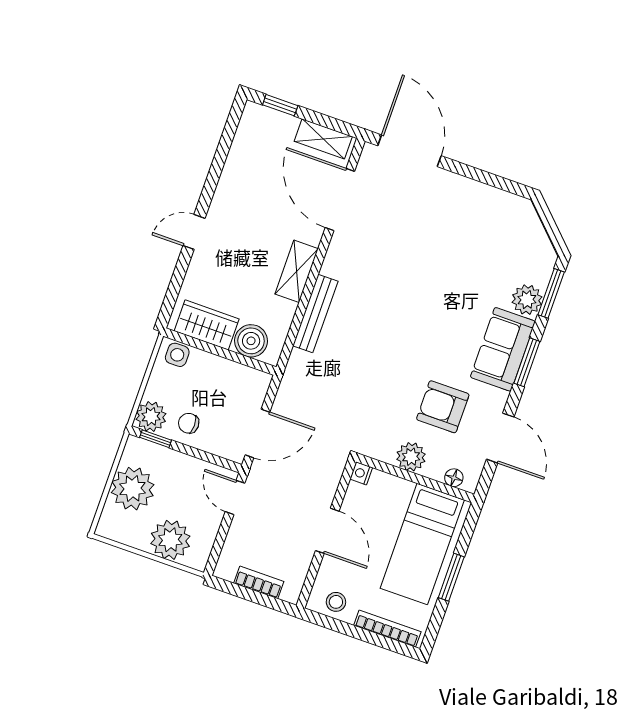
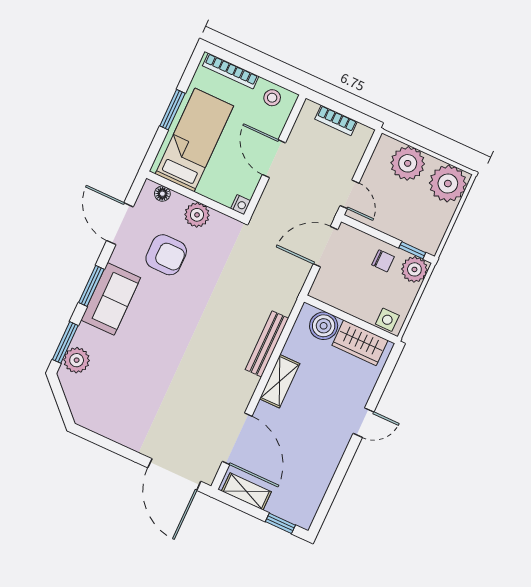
plant: (527, 300) -> (77, 360), moved
plant: (133, 489) -> (448, 184), moved

